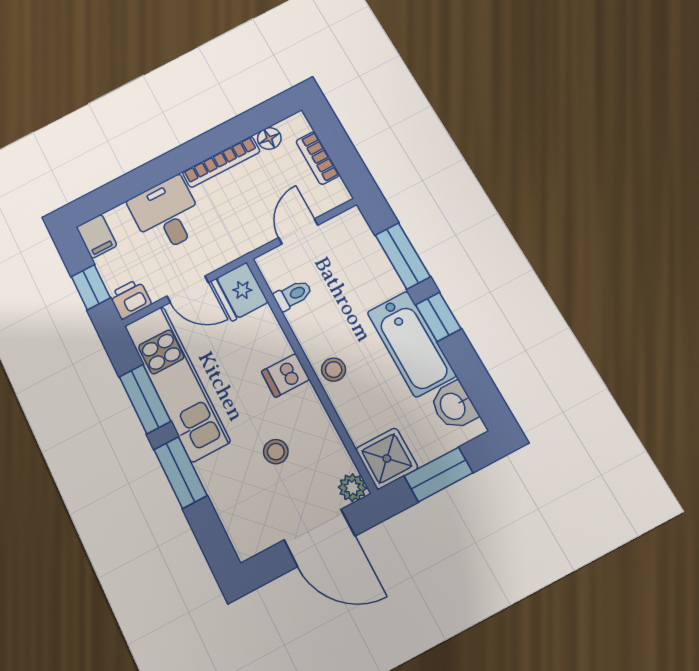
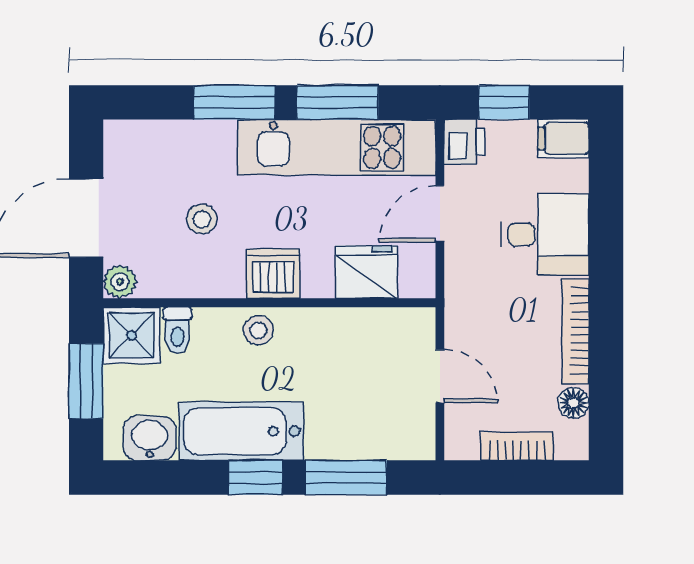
fridge: (239, 292) -> (366, 272), moved
toilet: (293, 295) -> (177, 330), moved
dishwasher: (285, 375) -> (273, 274), width x1.38

